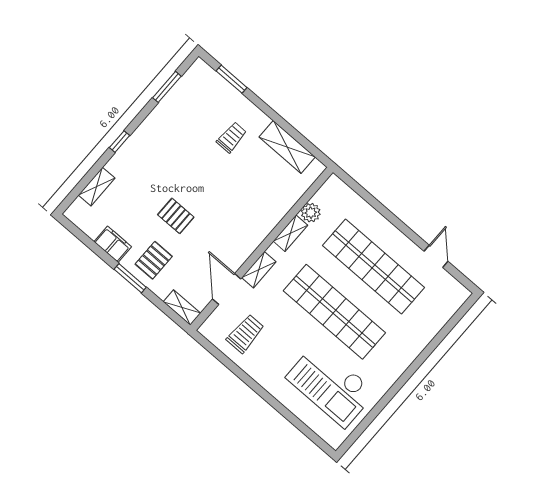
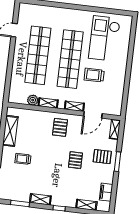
shelving: (152, 122) -> (40, 199), added
pallet: (241, 226) -> (60, 127), added
filing cabinet: (113, 244) -> (106, 192), moved
trolley: (245, 334) -> (94, 75), moved
checkout: (331, 385) -> (104, 38), turned 180

